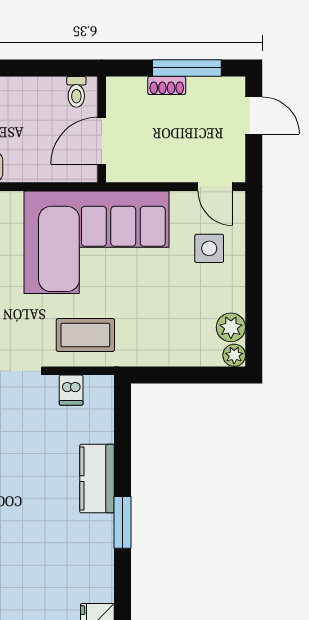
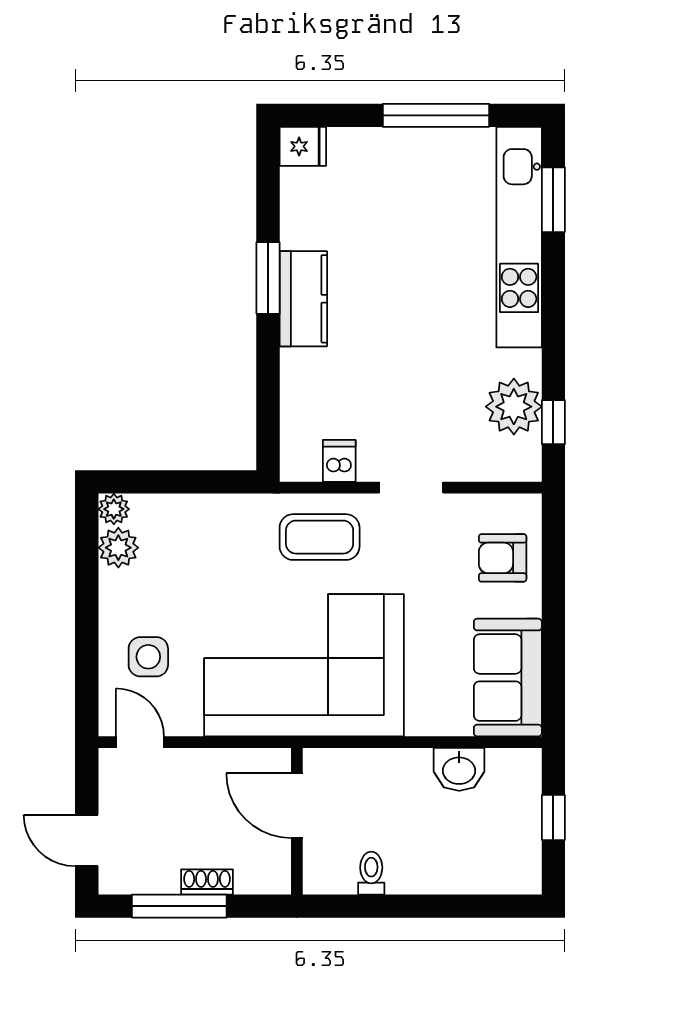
toilet: (76, 92) -> (371, 873), moved
door: (102, 141) -> (297, 806), swing flipped
kitchen counter: (97, 479) -> (303, 299), moved

